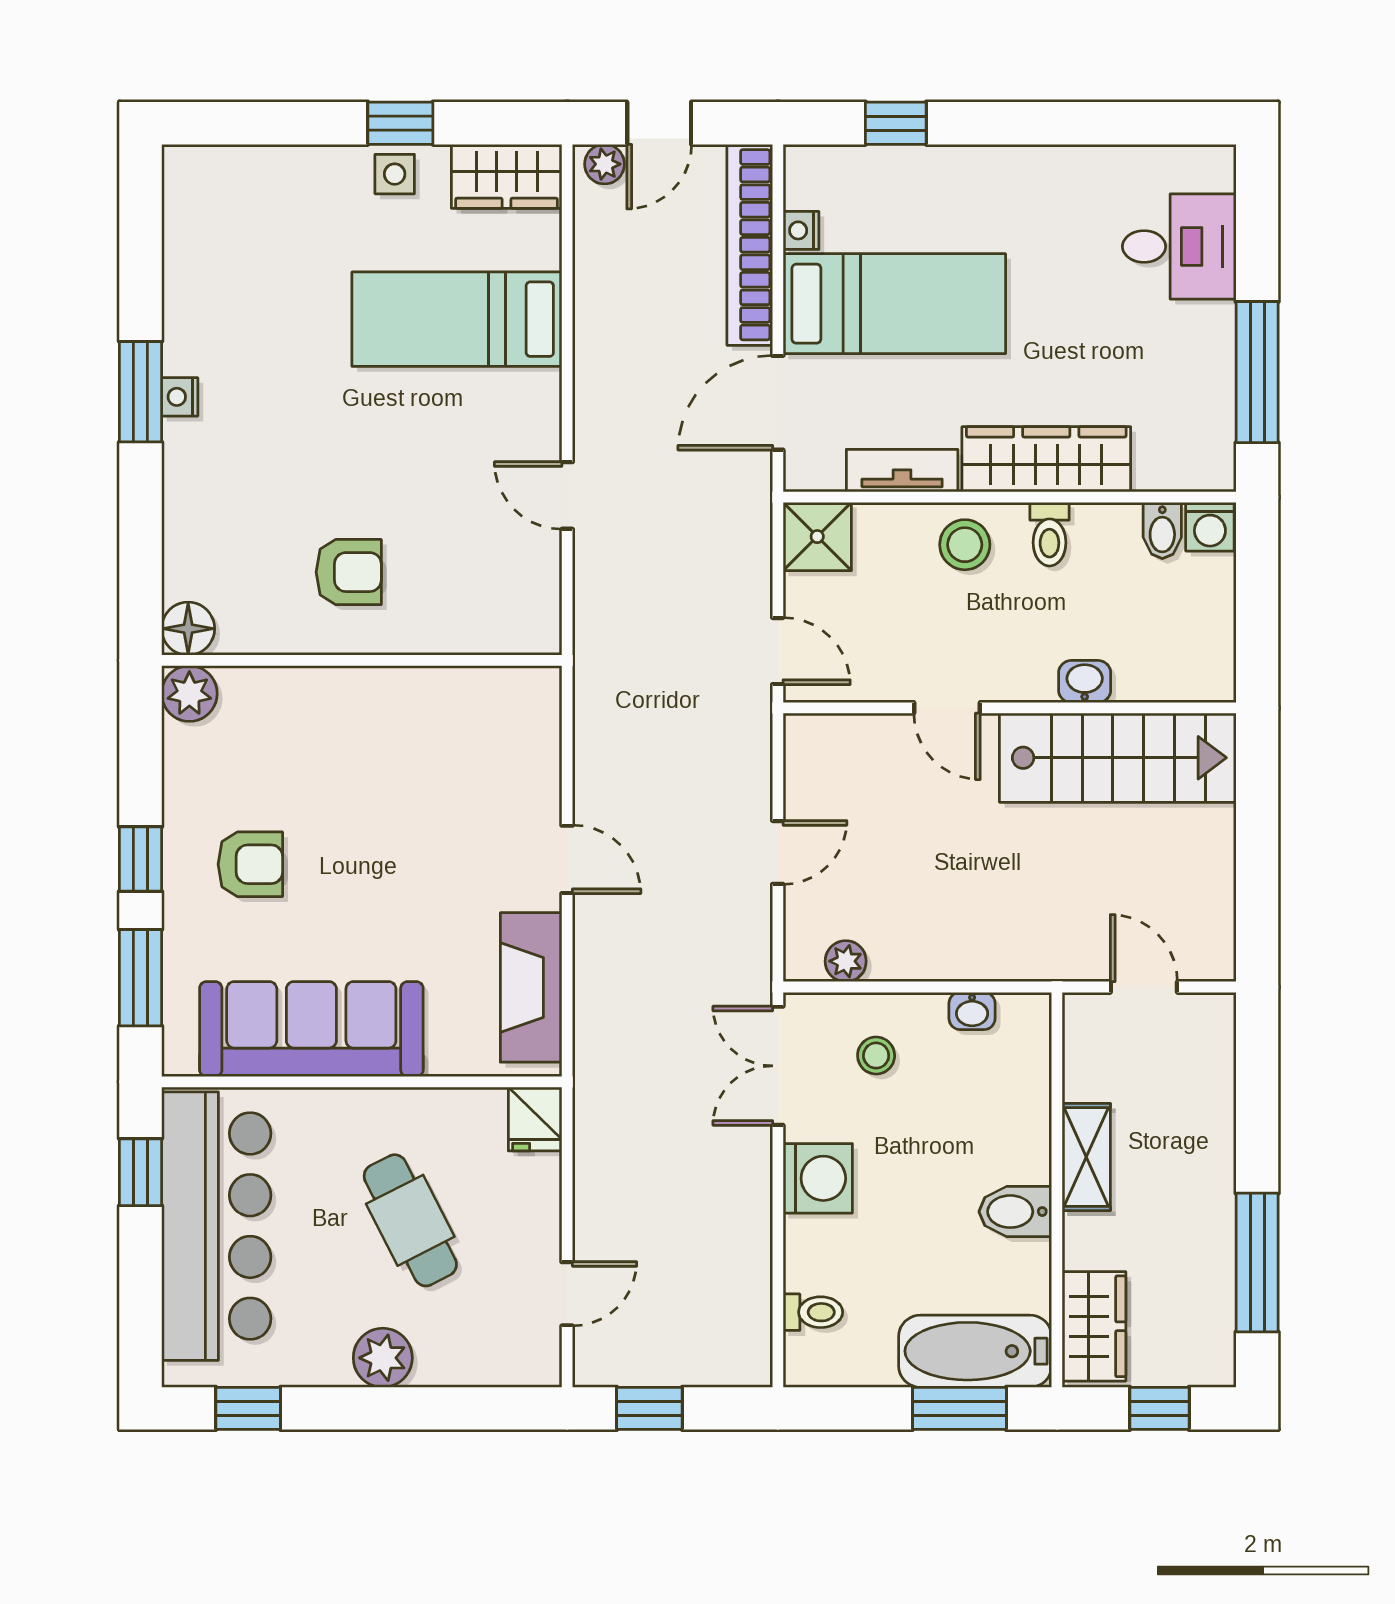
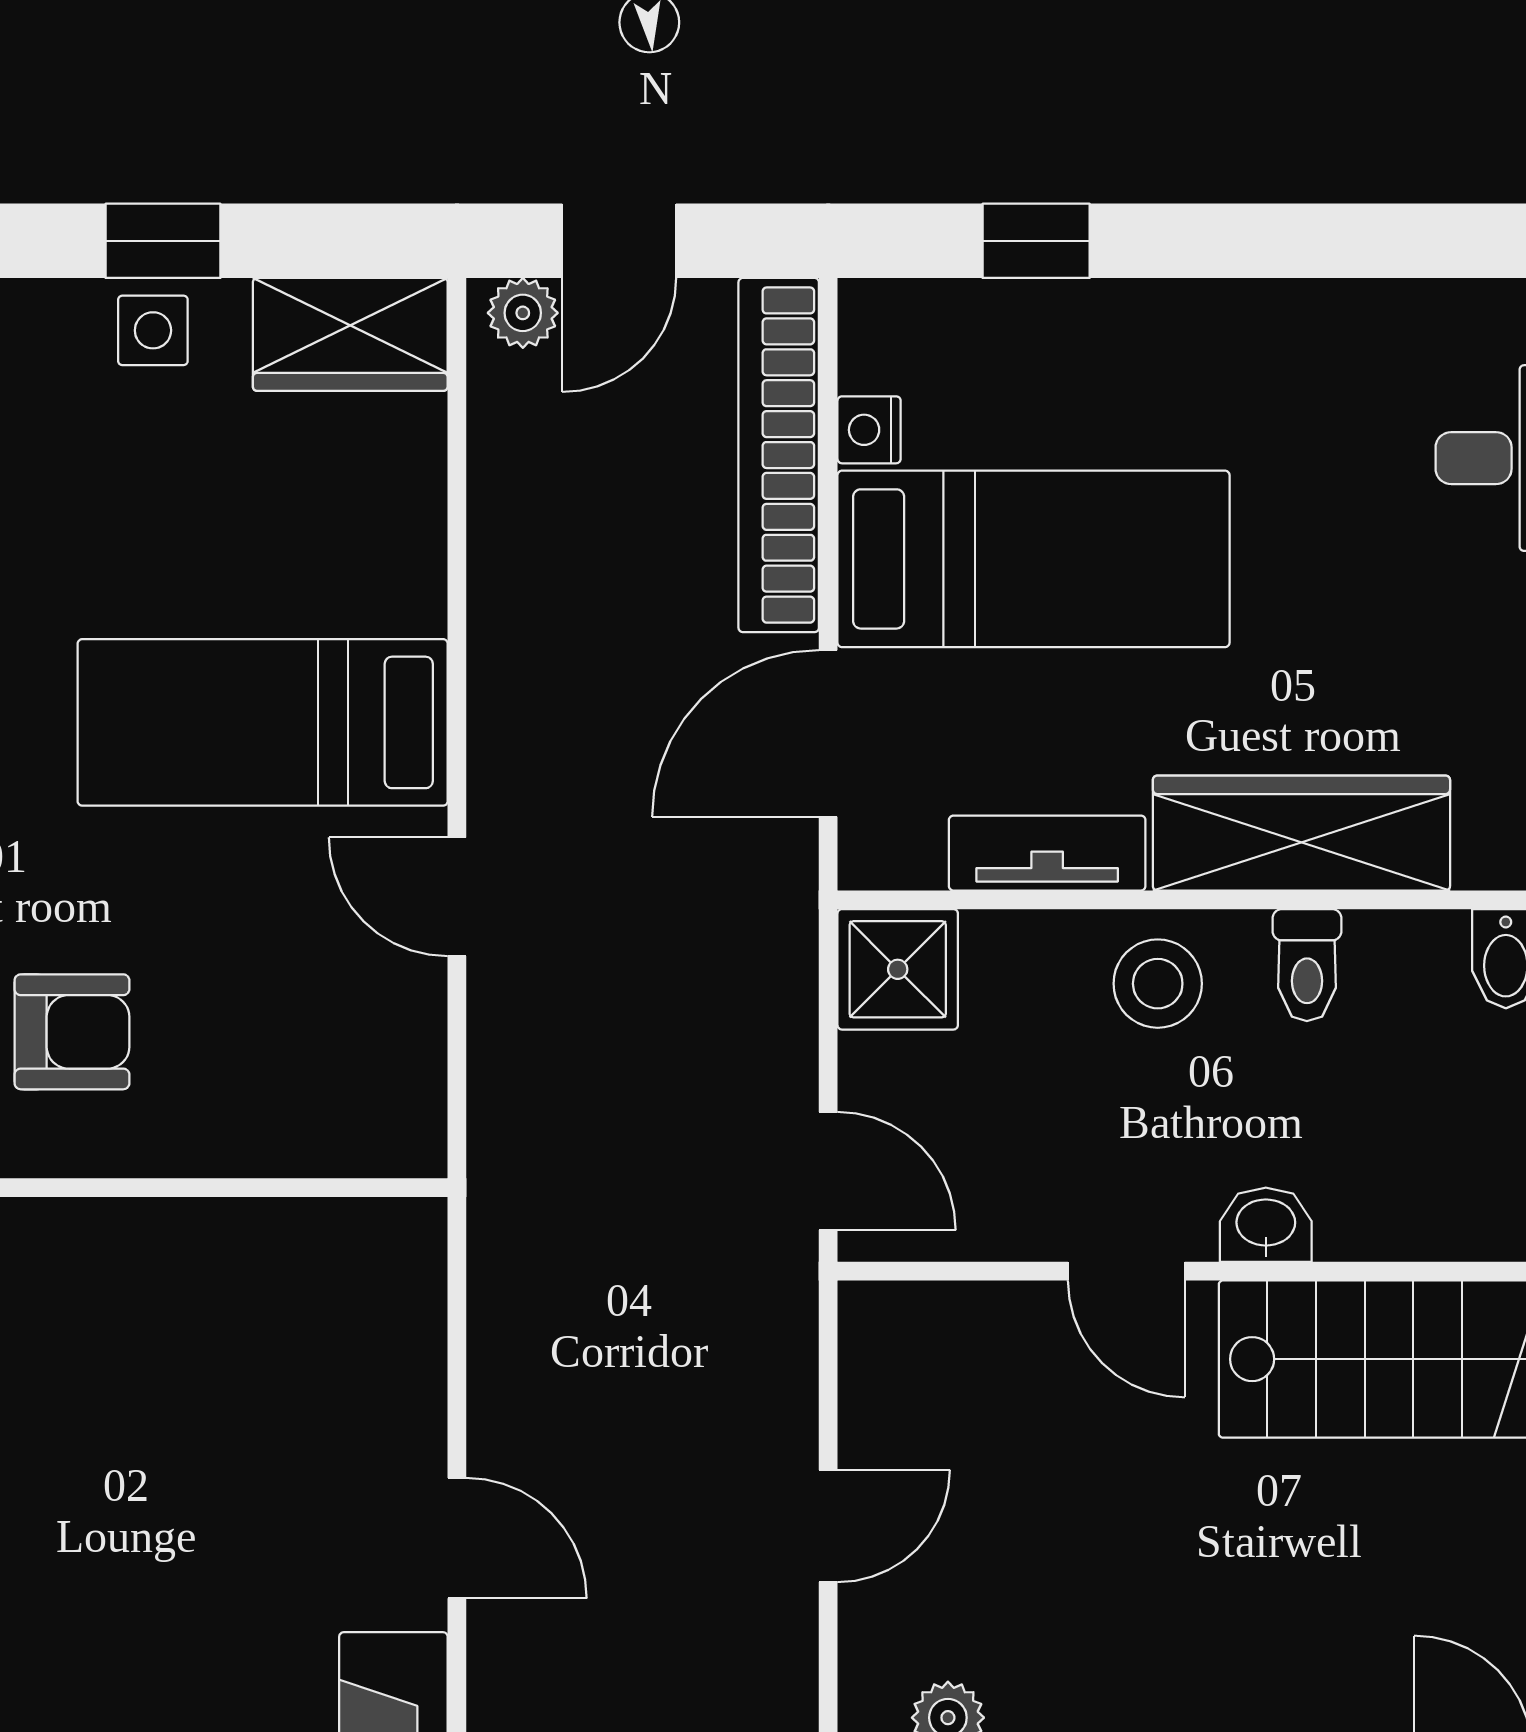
bed: (457, 319) -> (263, 722), moved
washbasin: (1085, 682) -> (1266, 1225), moved

